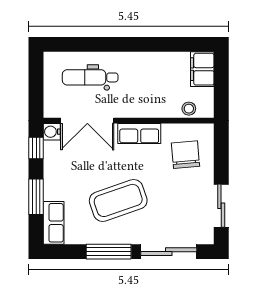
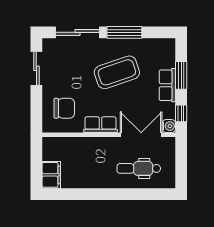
dental chair: (90, 77) -> (139, 168), turned 180
stool: (189, 109) -> (62, 144), removed
chair: (186, 155) -> (64, 108), turned -85
row of seats: (54, 223) -> (167, 85), moved

